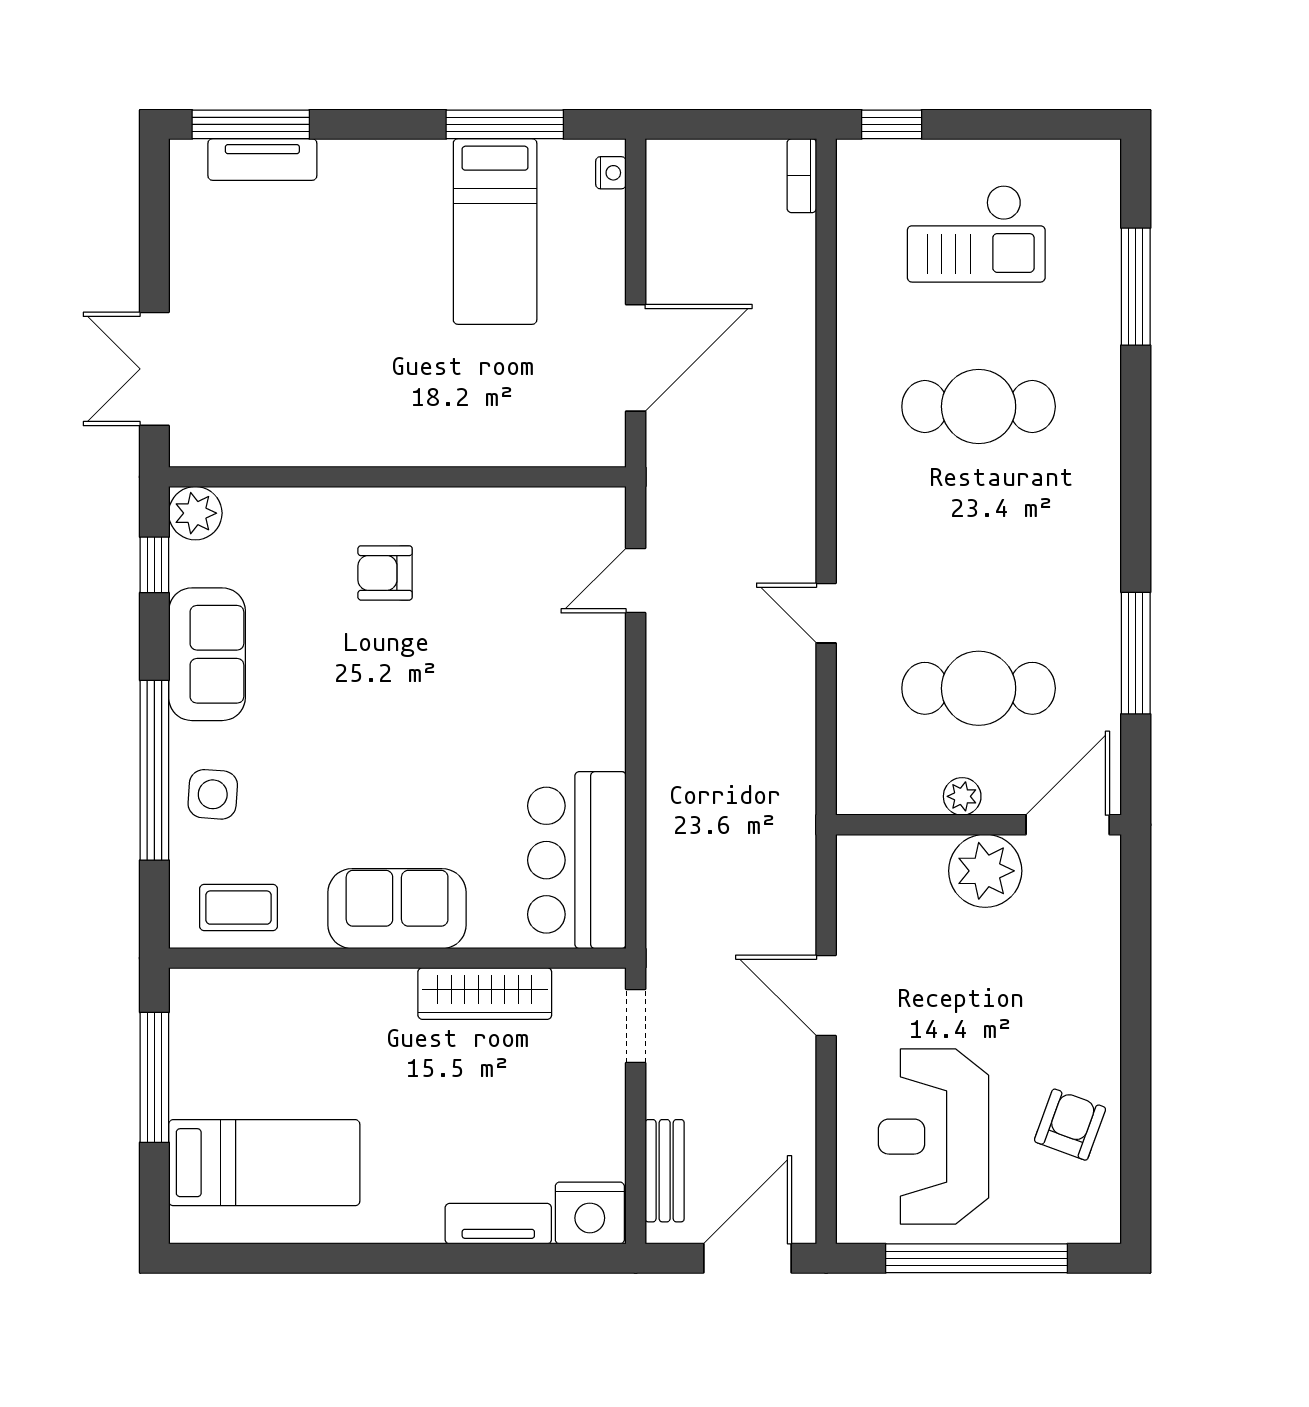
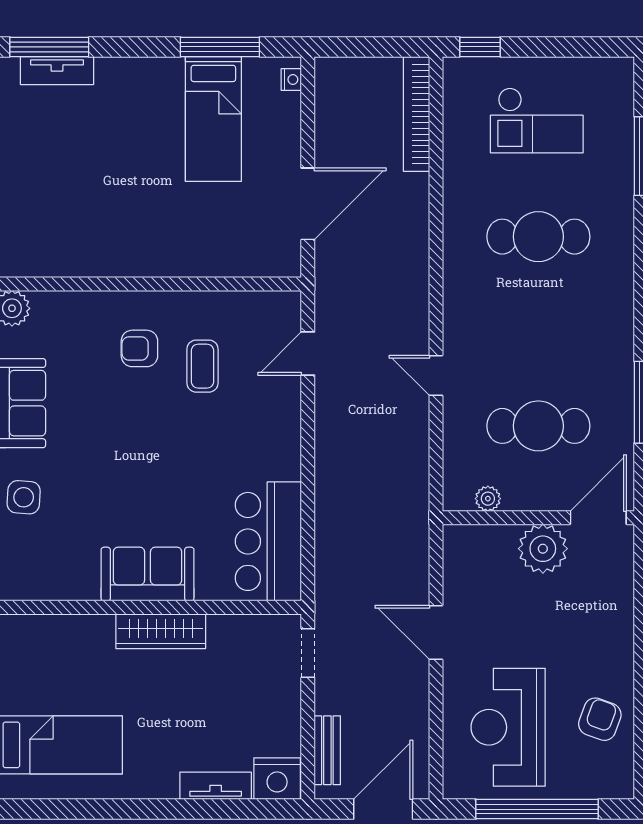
bookcase: (802, 176) -> (416, 114), width x2.31, depth x1.31
plant: (962, 796) -> (488, 499), moved
coffee table: (239, 908) -> (203, 366), moved, turned 90
wardrobe: (485, 994) -> (161, 631), moved

